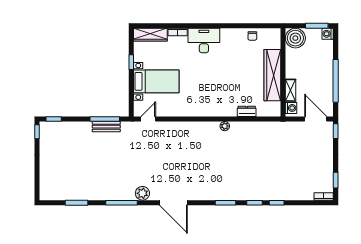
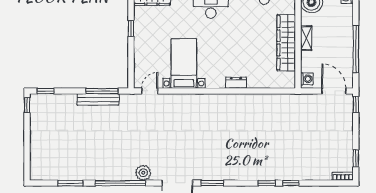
bed with nightstands: (156, 81) -> (184, 64), moved, turned -90
shelving: (290, 90) -> (306, 38), moved
dresser: (247, 111) -> (236, 83), moved
plant: (225, 126) -> (234, 99), removed
bench: (106, 127) -> (98, 99), width x1.36
window: (122, 203) -> (120, 183), width x1.46
window: (225, 203) -> (212, 183), moved

